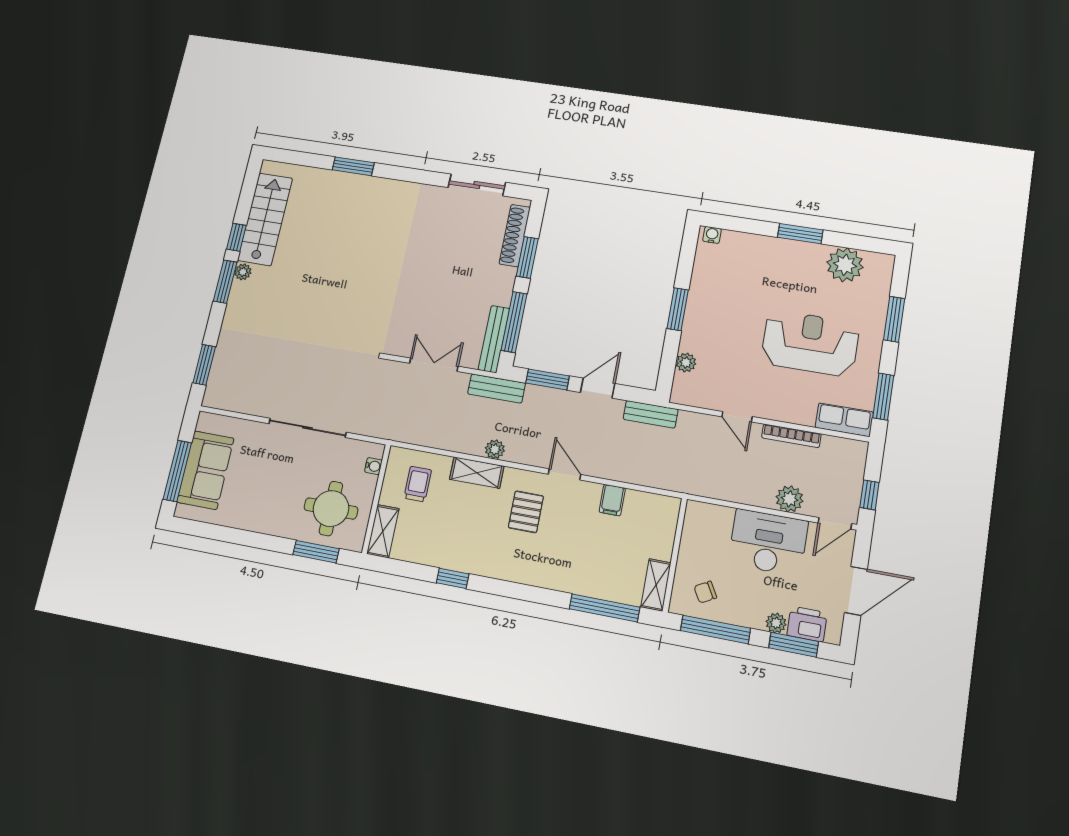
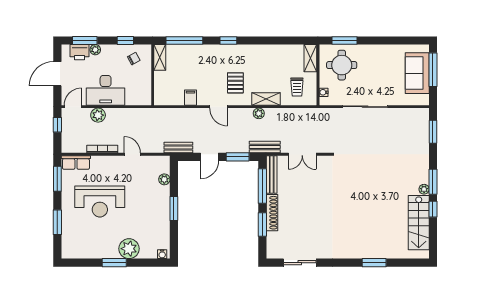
shoe rack: (515, 236) -> (272, 213), moved
plant: (845, 265) -> (129, 249), moved
window: (453, 578) -> (228, 41), moved
window: (715, 629) -> (125, 41), width x0.46

